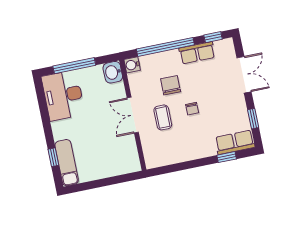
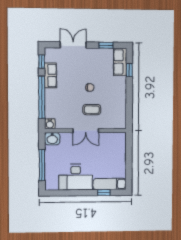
chair: (171, 85) -> (70, 99), removed
desk: (63, 95) -> (76, 177), moved

